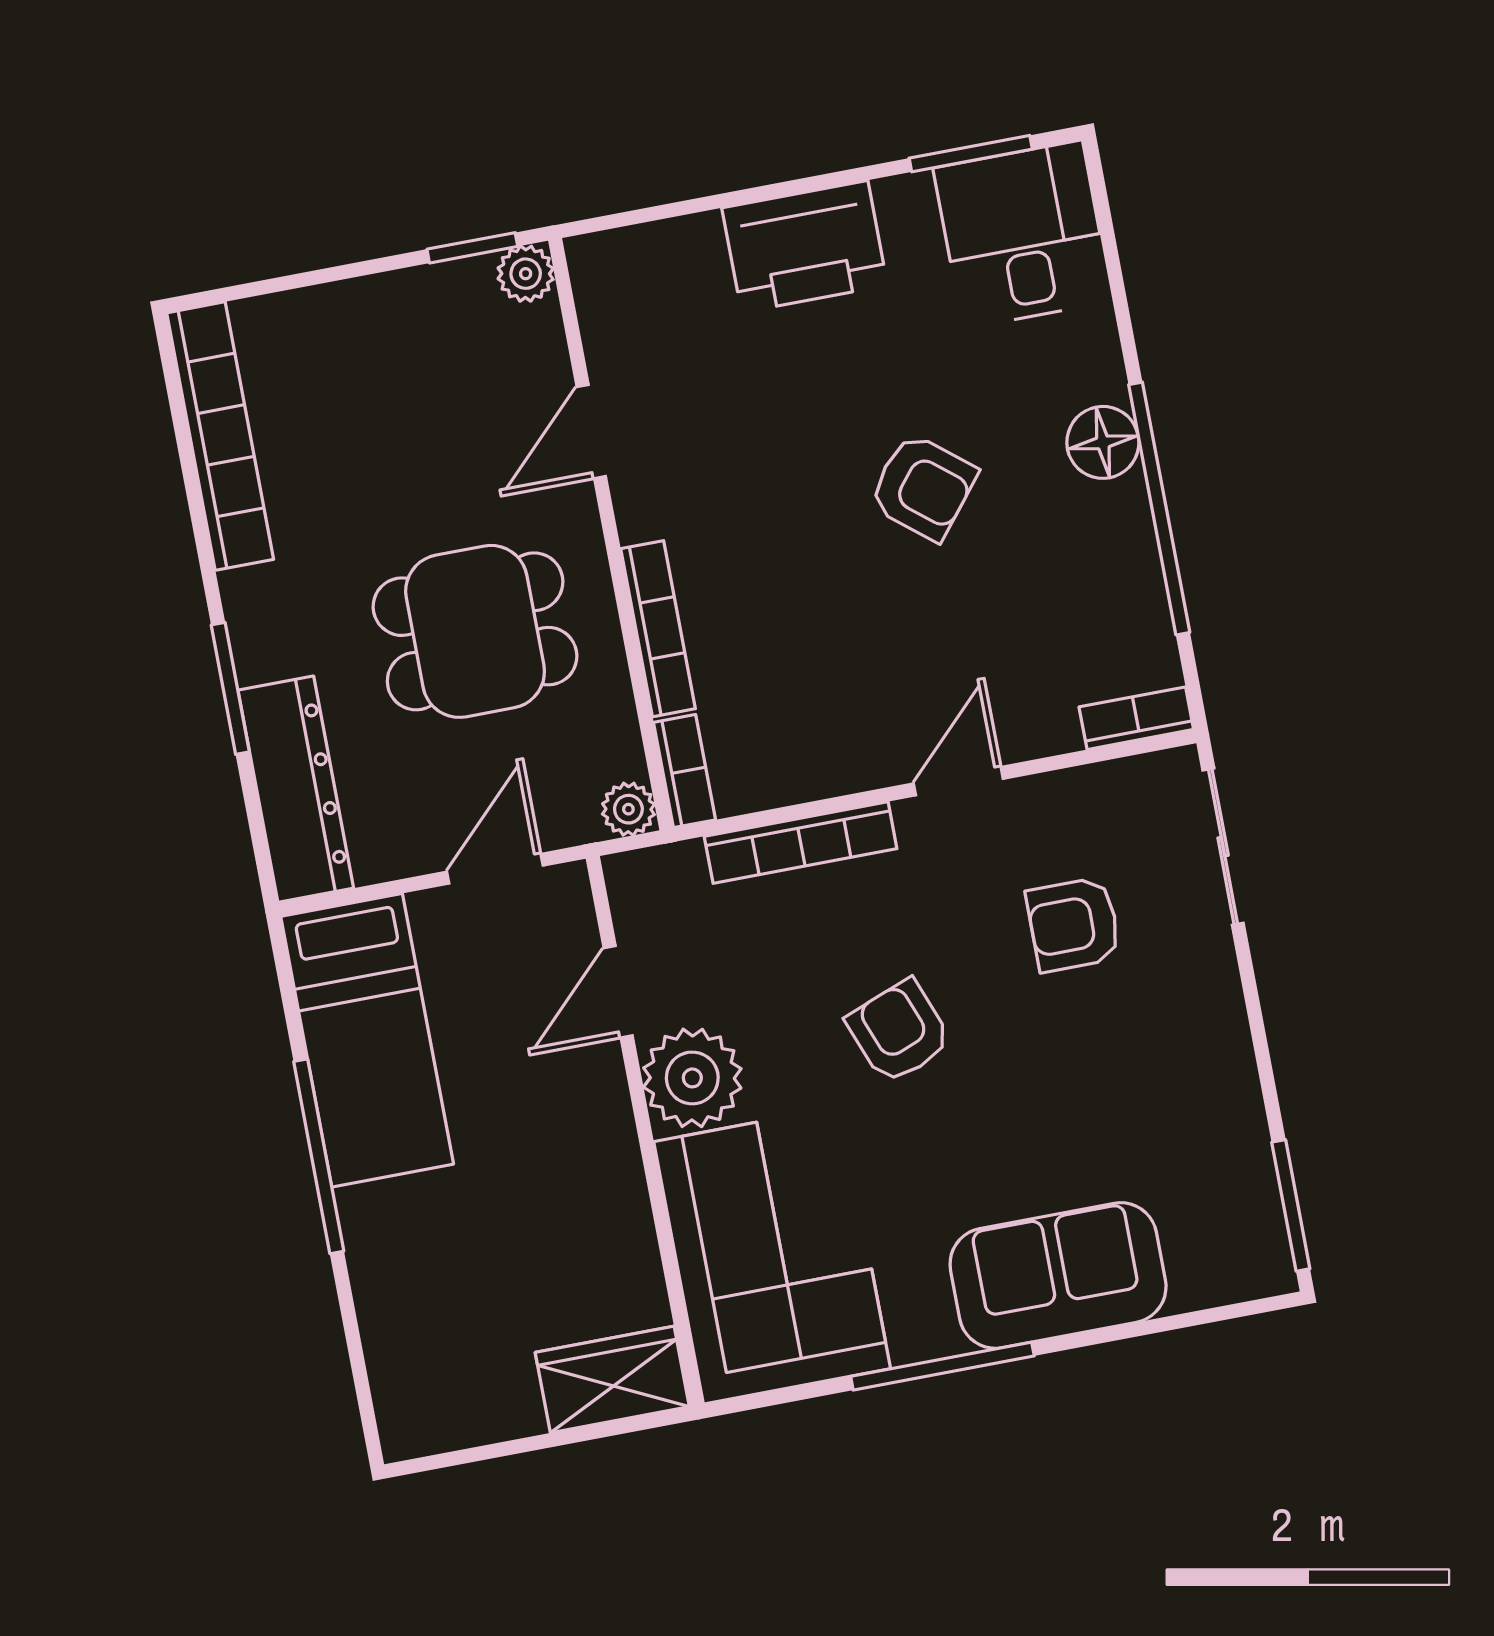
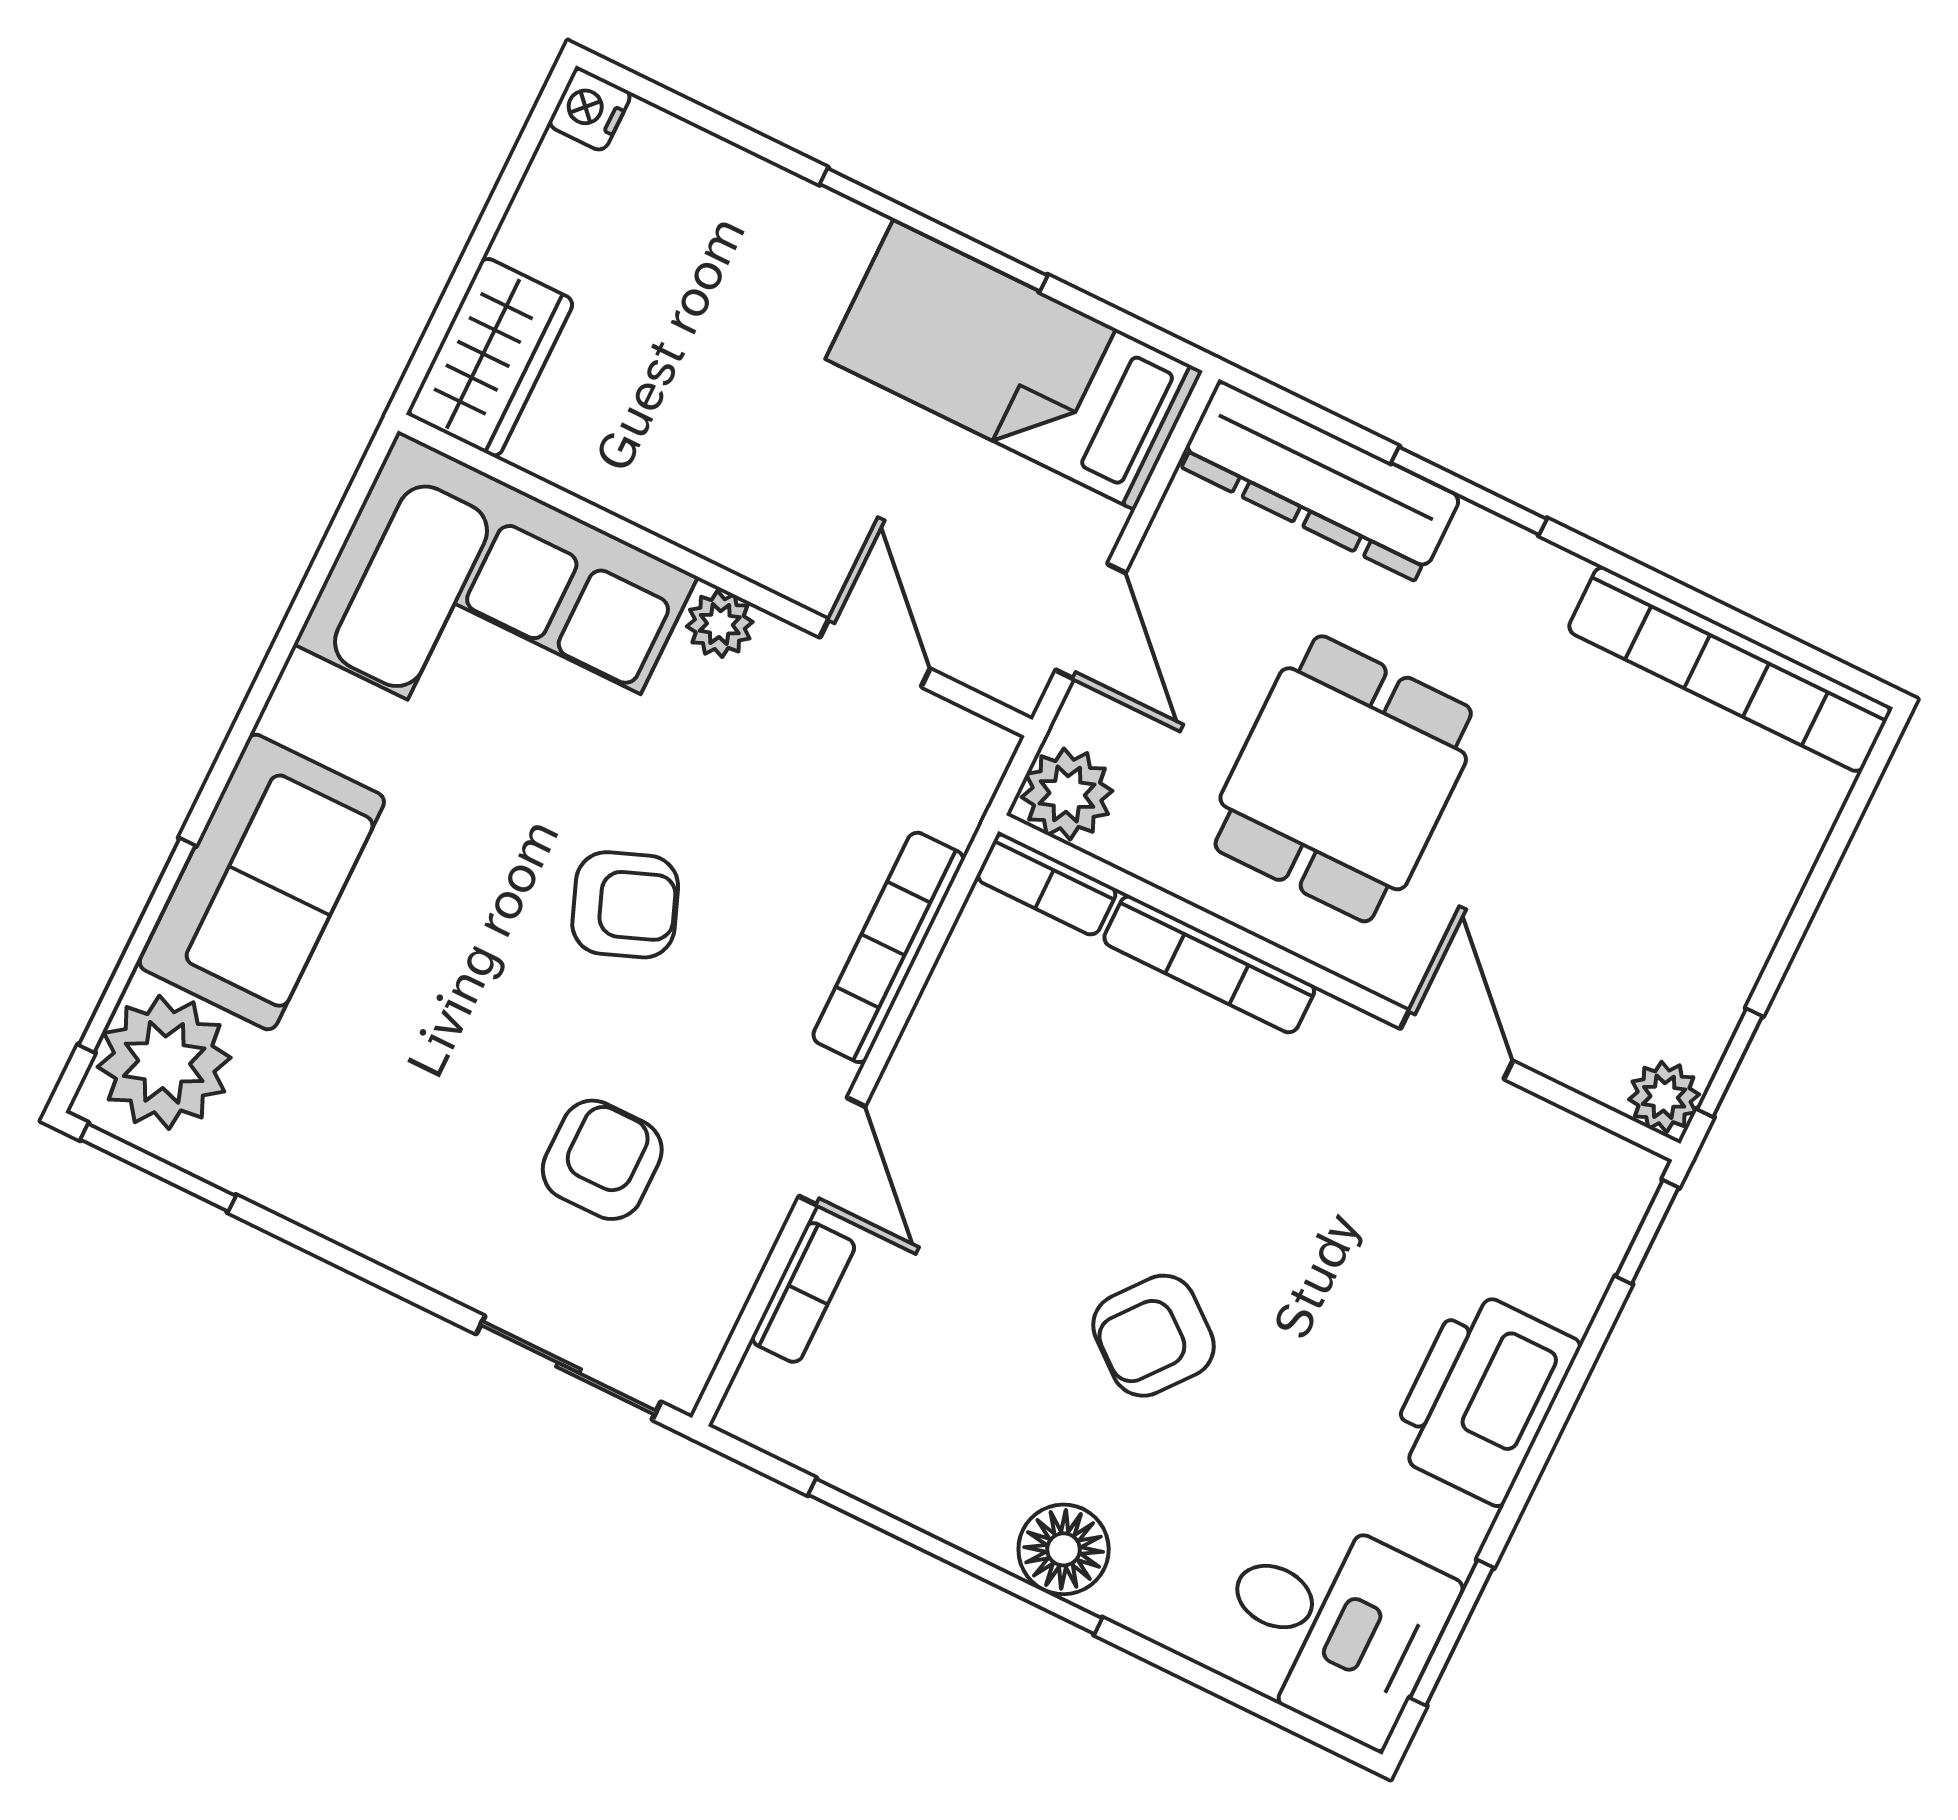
window: (620, 220) -> (1647, 1232), added
bookcase: (1136, 718) -> (803, 1292), moved
plant: (628, 809) -> (1067, 794), width x1.38, depth x1.38
plant: (692, 1078) -> (720, 624), width x0.53, depth x0.53
plant: (1220, 1252) -> (164, 1062), added
window: (942, 1366) -> (137, 945), moved
nightstand: (406, 1435) -> (590, 109), added

